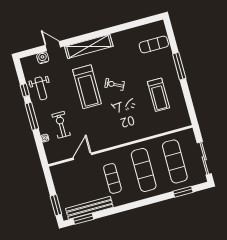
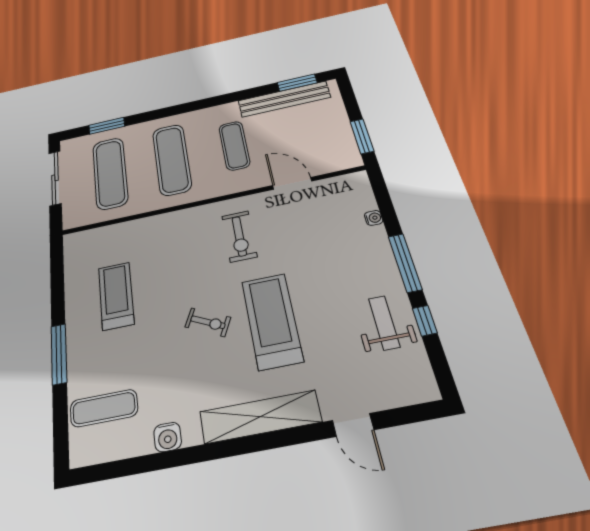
water cooler: (43, 58) -> (168, 437), moved
exercise bike: (61, 125) -> (239, 236), moved
door: (82, 156) -> (292, 183), swing flipped
window: (56, 205) -> (362, 136), moved

